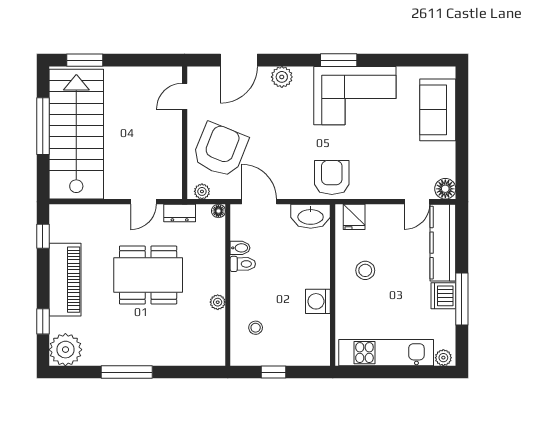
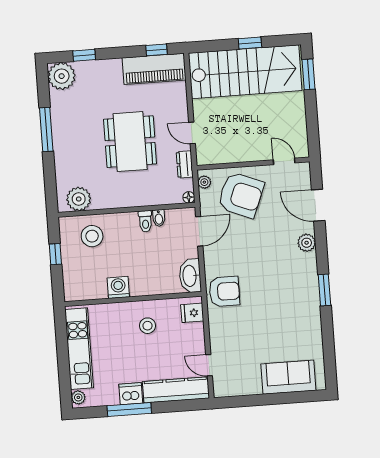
corner sofa: (355, 96) -> (295, 306), removed
window: (43, 126) -> (250, 43), width x0.46
floor lamp: (445, 189) -> (222, 389), removed
piano: (65, 280) -> (154, 69), moved
plant: (218, 302) -> (79, 199), moved, width x1.87, depth x1.87
stool: (256, 328) -> (92, 236), width x1.89, depth x1.89

